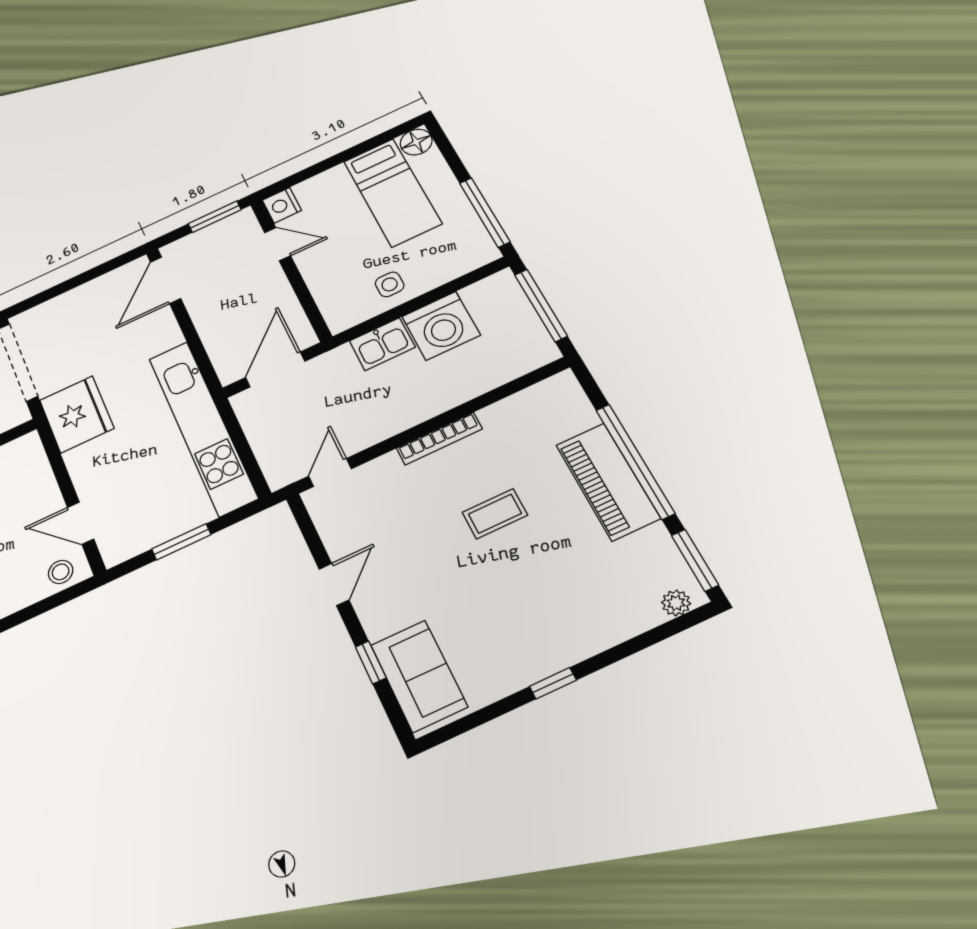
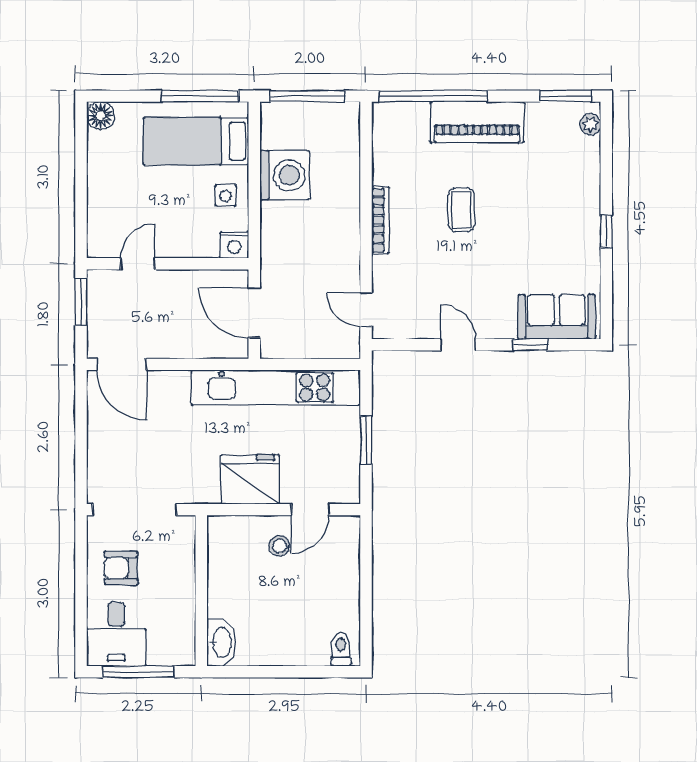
bed: (392, 192) -> (196, 141), moved, turned 180
nightstand: (282, 205) -> (234, 245), moved
kitchen sink: (382, 344) -> (276, 225), removed
fridge: (77, 414) -> (250, 479), moved
window: (635, 461) -> (433, 96), moved
stool: (61, 572) -> (279, 546), moved

